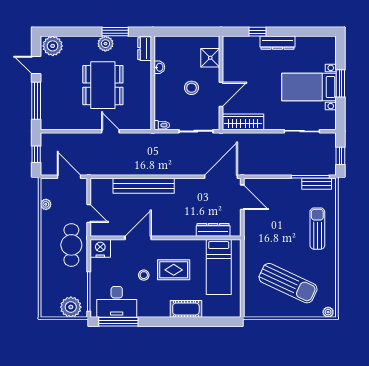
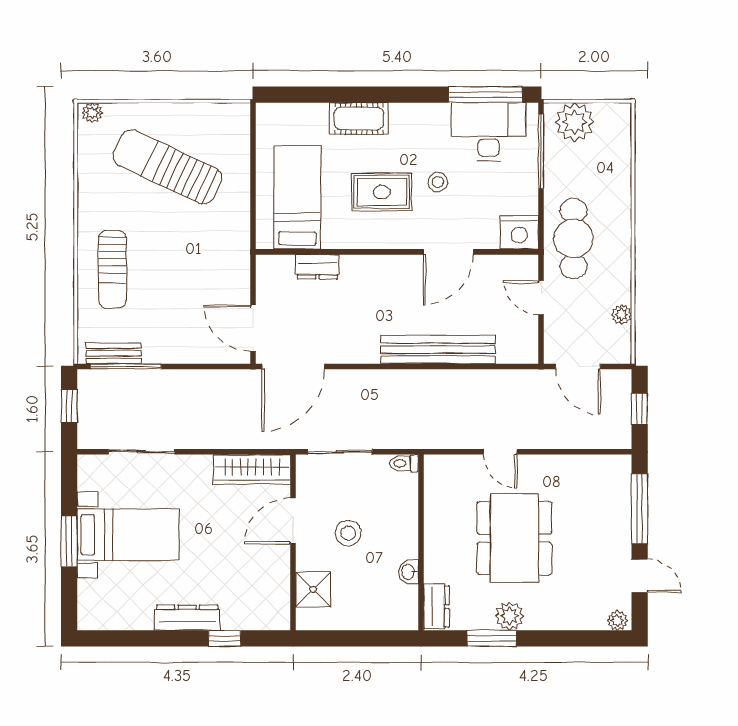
plant: (53, 46) -> (617, 620), width x0.53, depth x0.53
dresser: (213, 230) -> (317, 267), width x0.70

